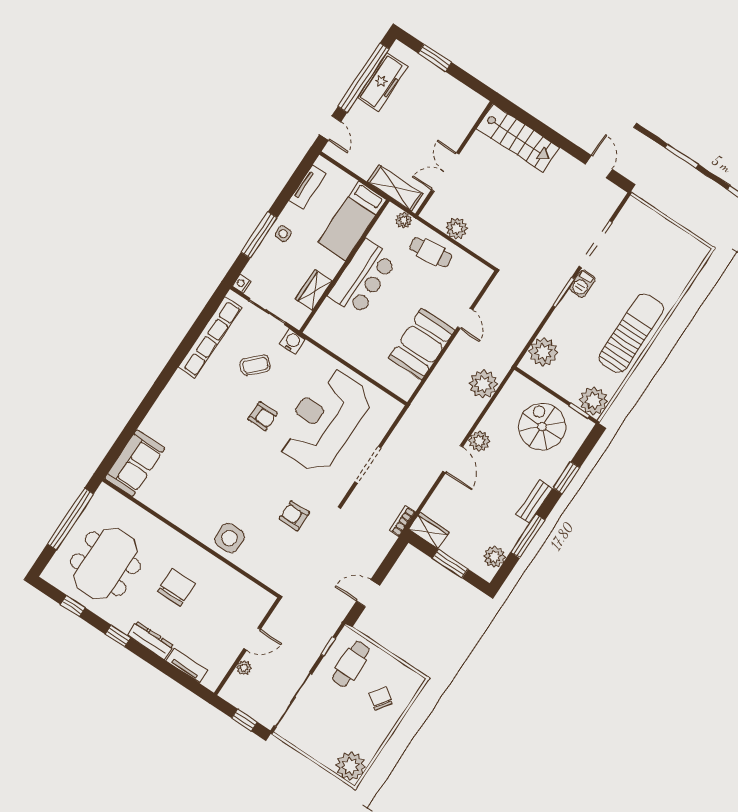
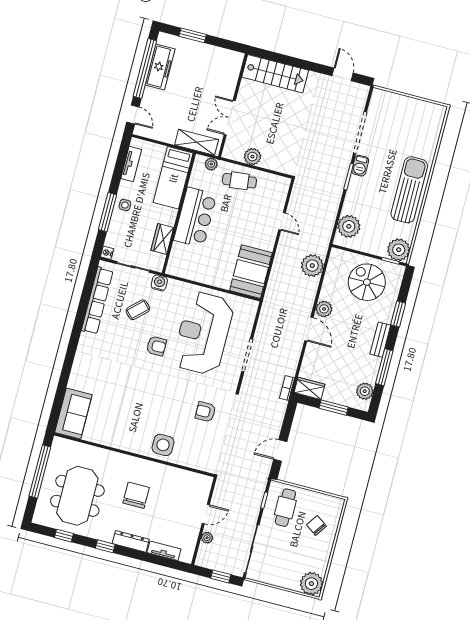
booth: (421, 344) -> (251, 272), moved

